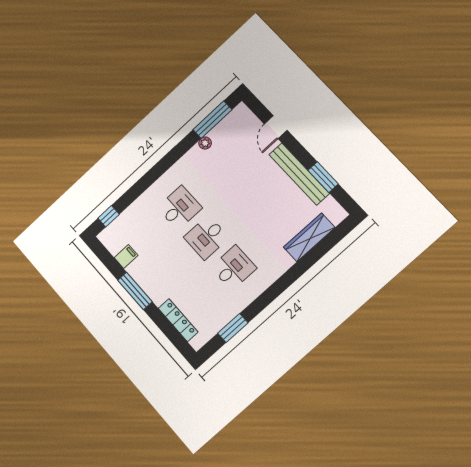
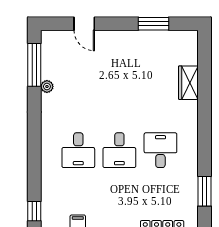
bench: (299, 174) -> (135, 39), removed
desk: (180, 208) -> (78, 150), turned 180
wardrobe: (309, 237) -> (188, 83), width x0.67

